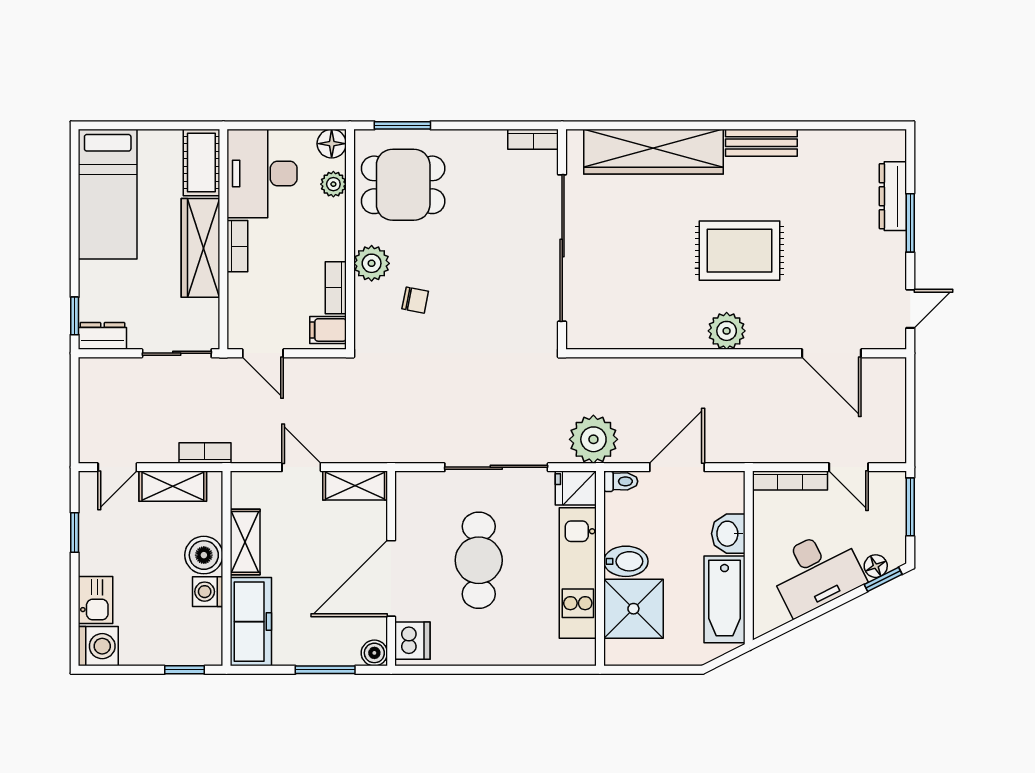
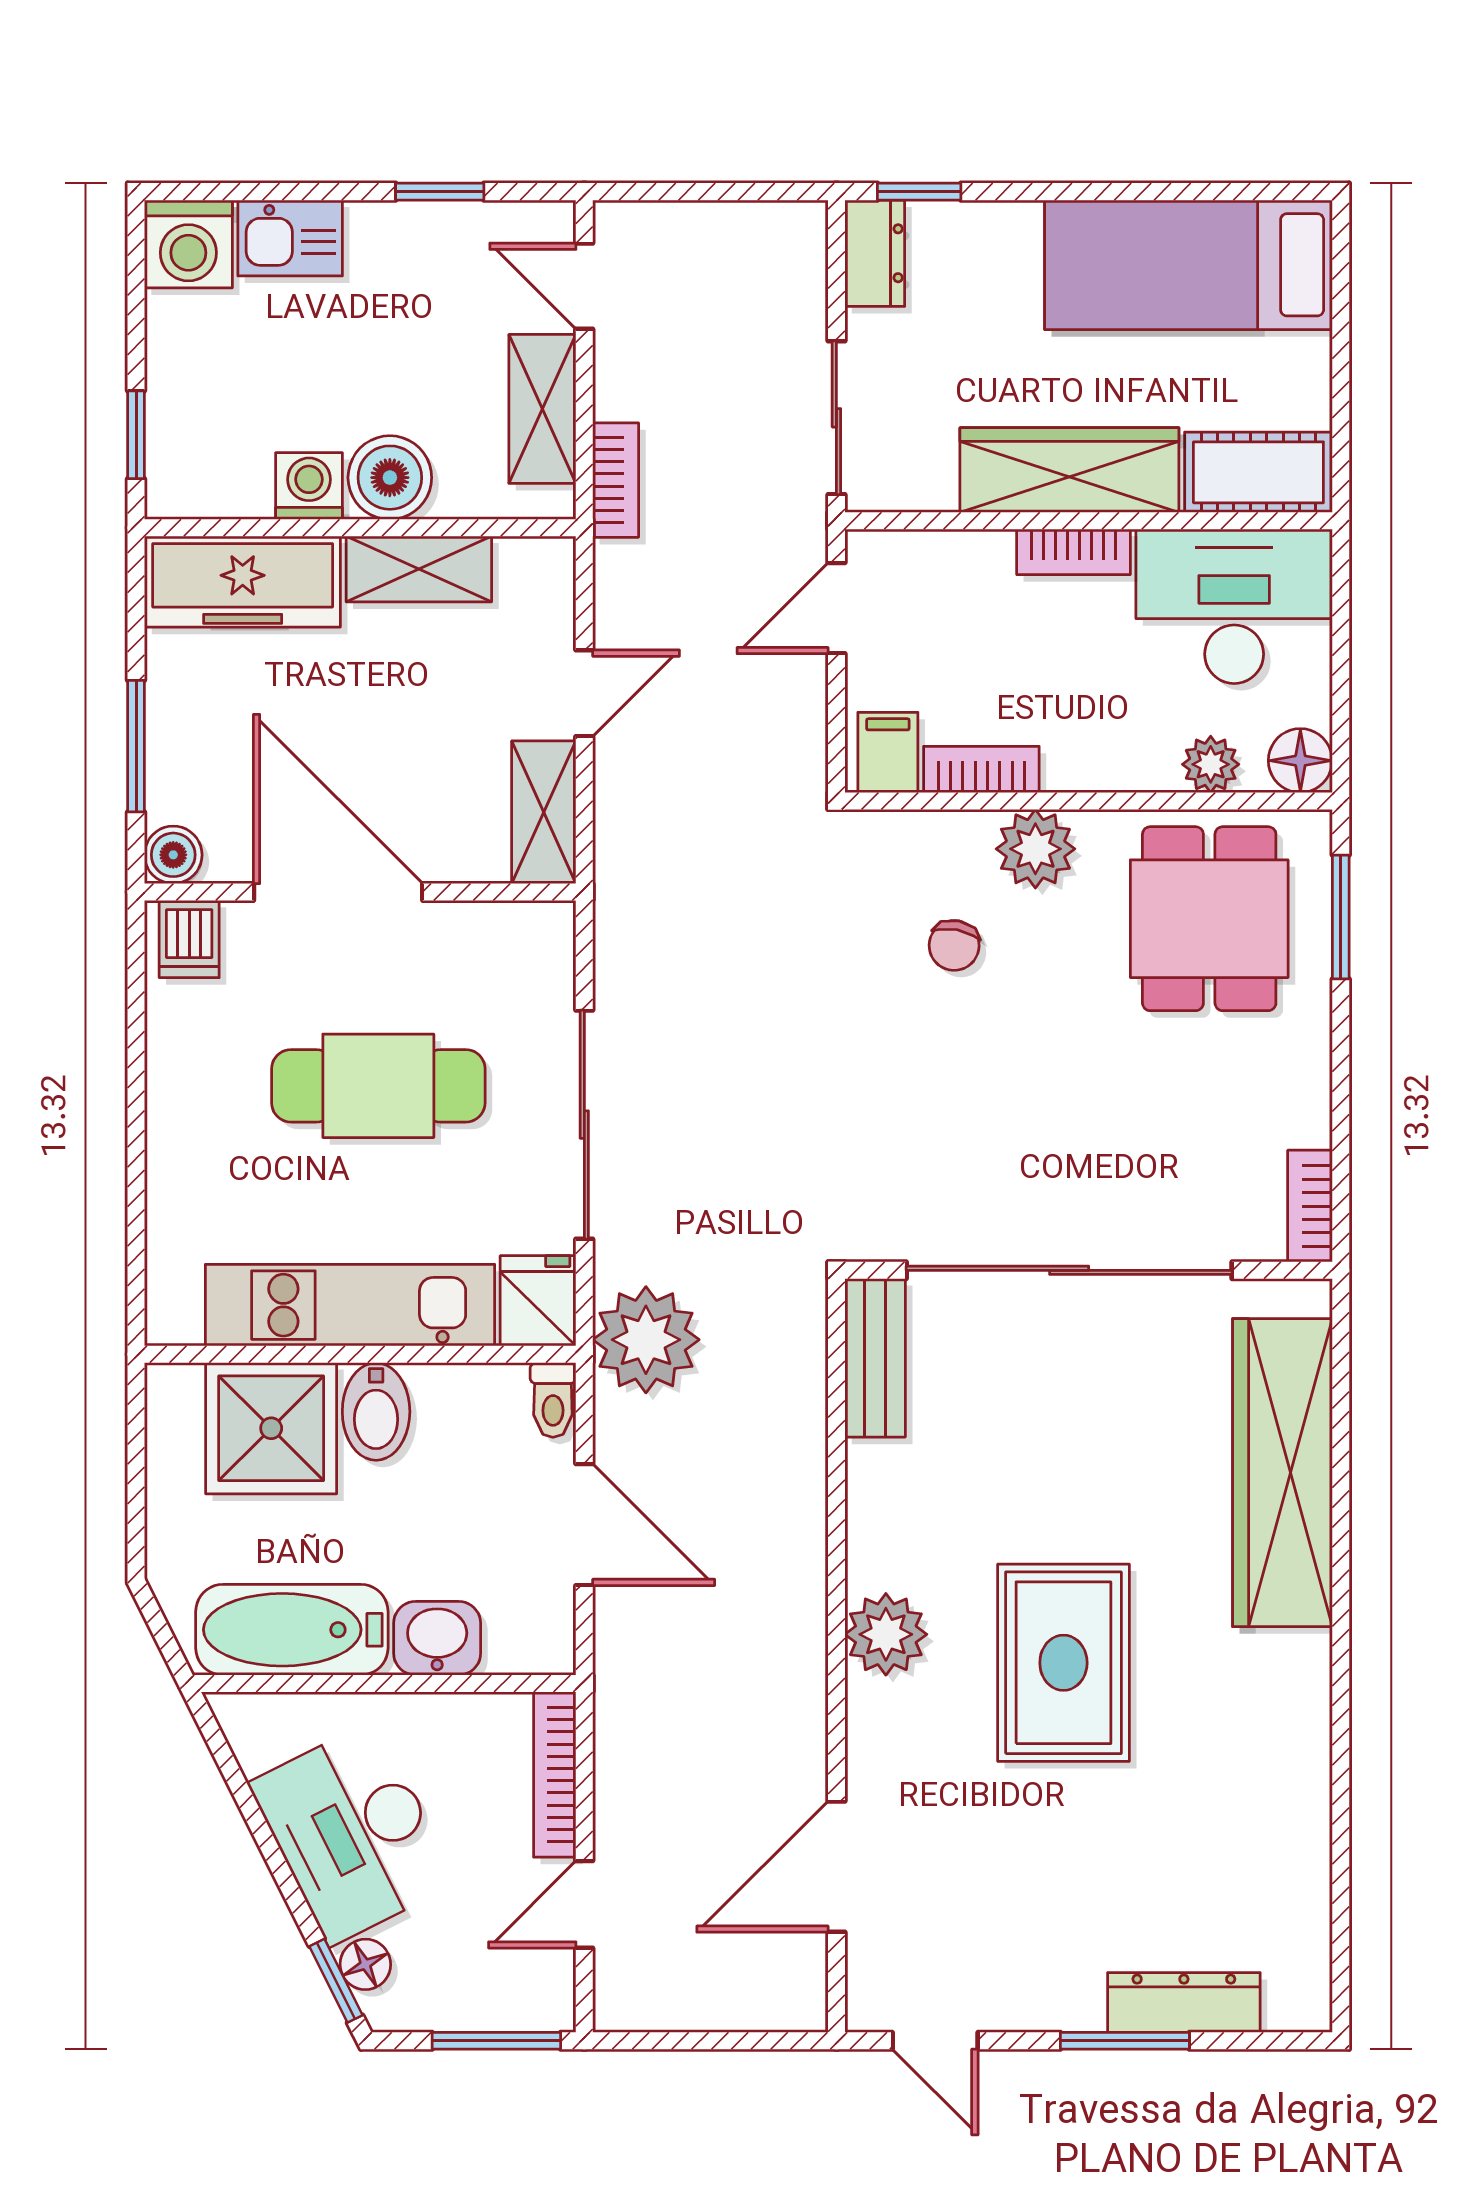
bench: (761, 143) -> (875, 1358), moved
dishwasher: (412, 641) -> (189, 939), width x0.73

